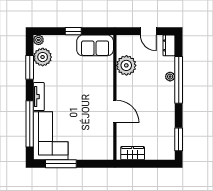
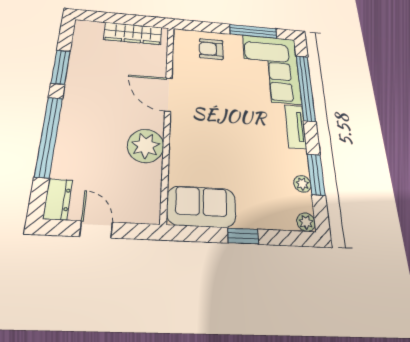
plant: (43, 57) -> (302, 184), width x0.53, depth x0.53
plant: (126, 65) -> (145, 146), moved
plant: (170, 77) -> (64, 143), removed
window: (179, 139) -> (61, 67), moved
armchair: (89, 147) -> (211, 49), added
wardrobe: (133, 153) -> (133, 33), width x1.50

